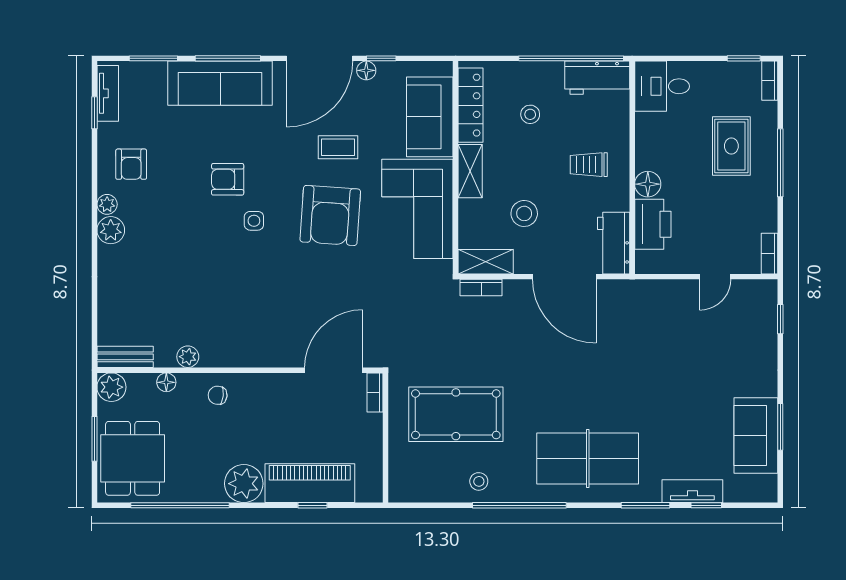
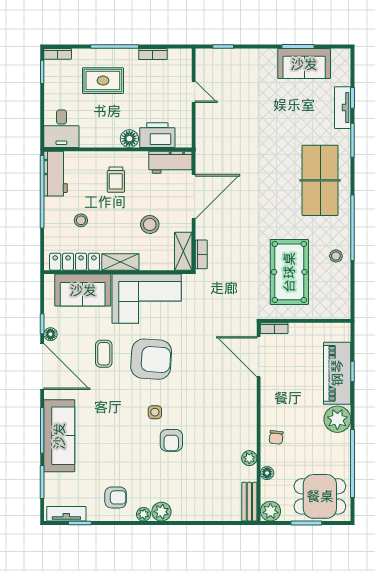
armchair: (228, 179) -> (171, 440), moved
bookcase: (770, 254) -> (153, 54), moved

